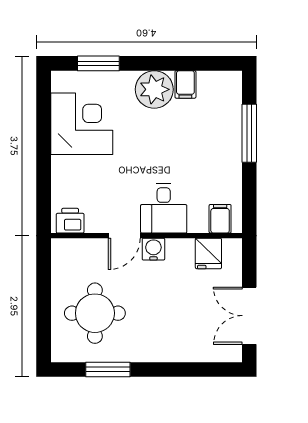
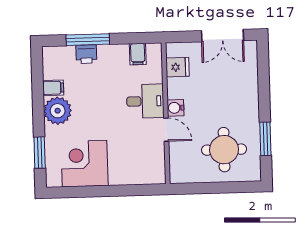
filing cabinet: (220, 219) -> (138, 54), moved, turned -90
printer: (70, 221) -> (86, 54), moved, turned -90

